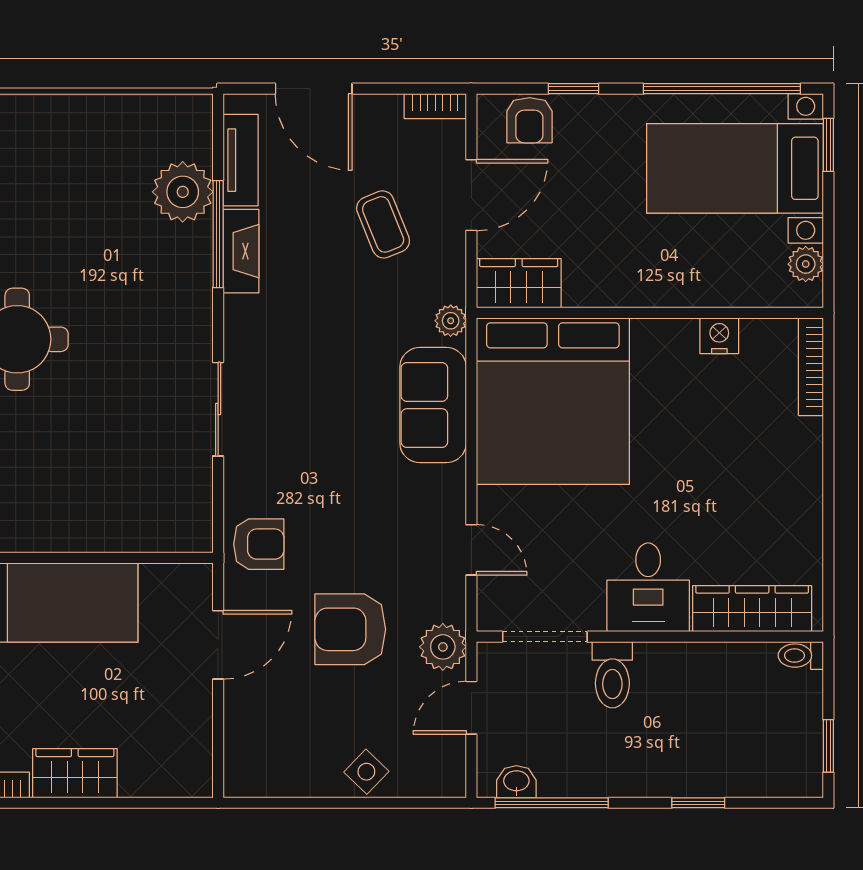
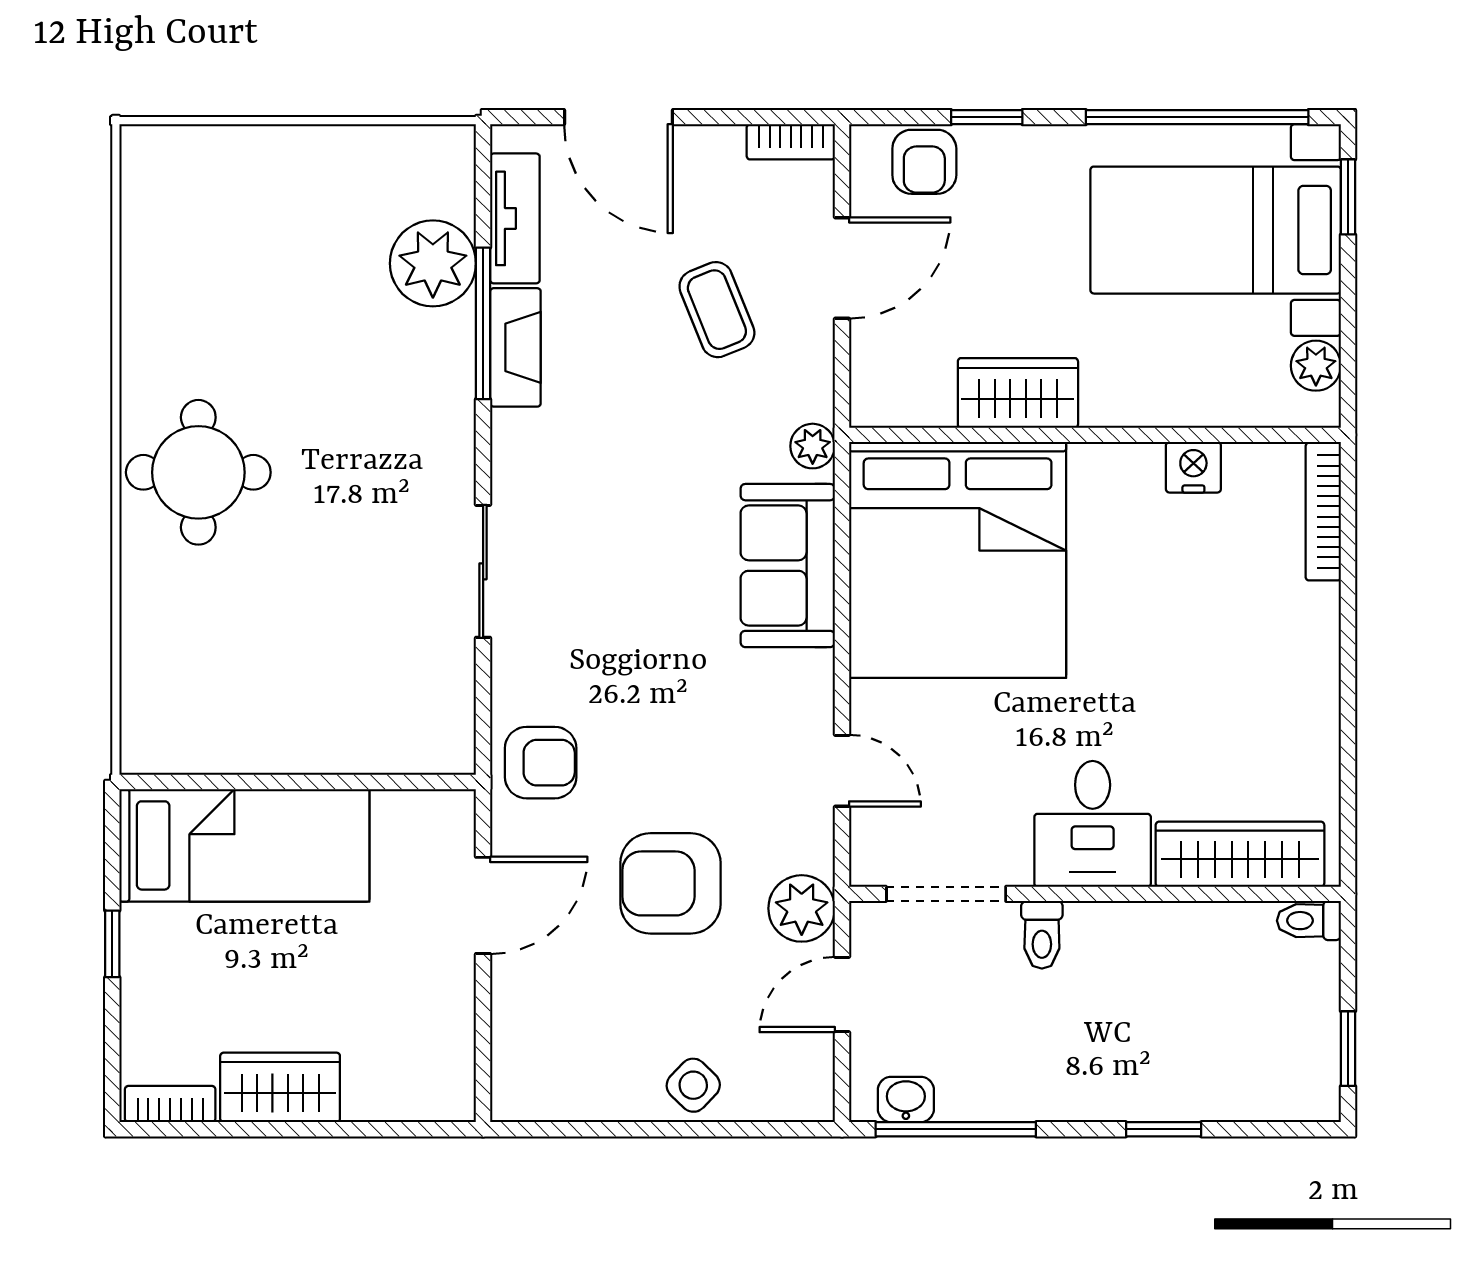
wardrobe: (519, 283) -> (1018, 393), moved
toilet: (612, 675) -> (1042, 935), width x0.73, depth x0.72

